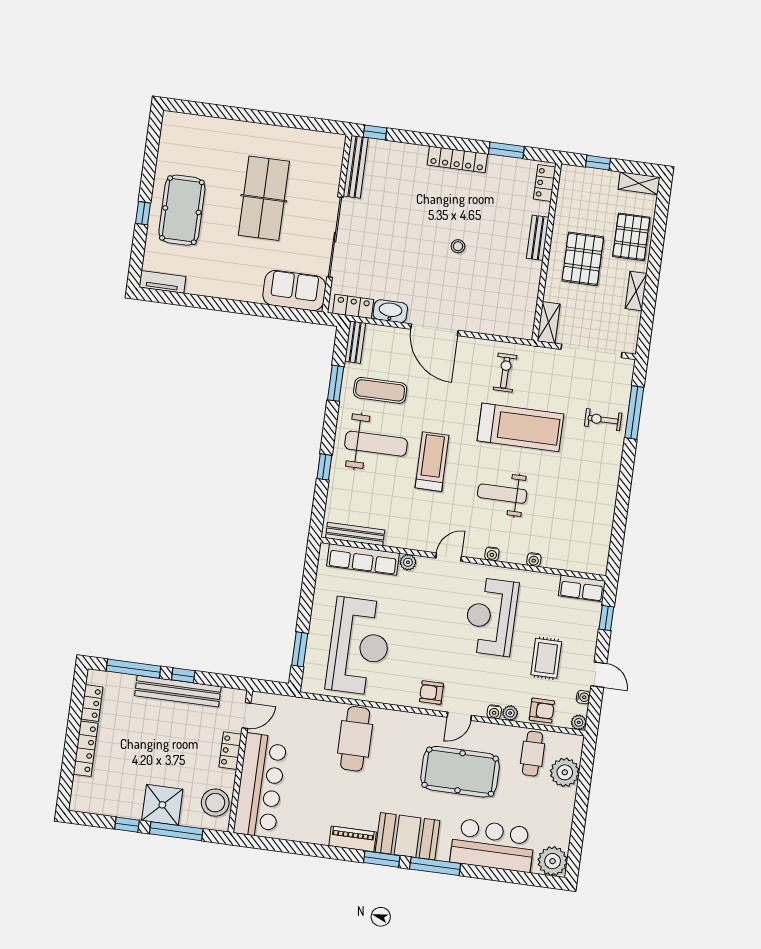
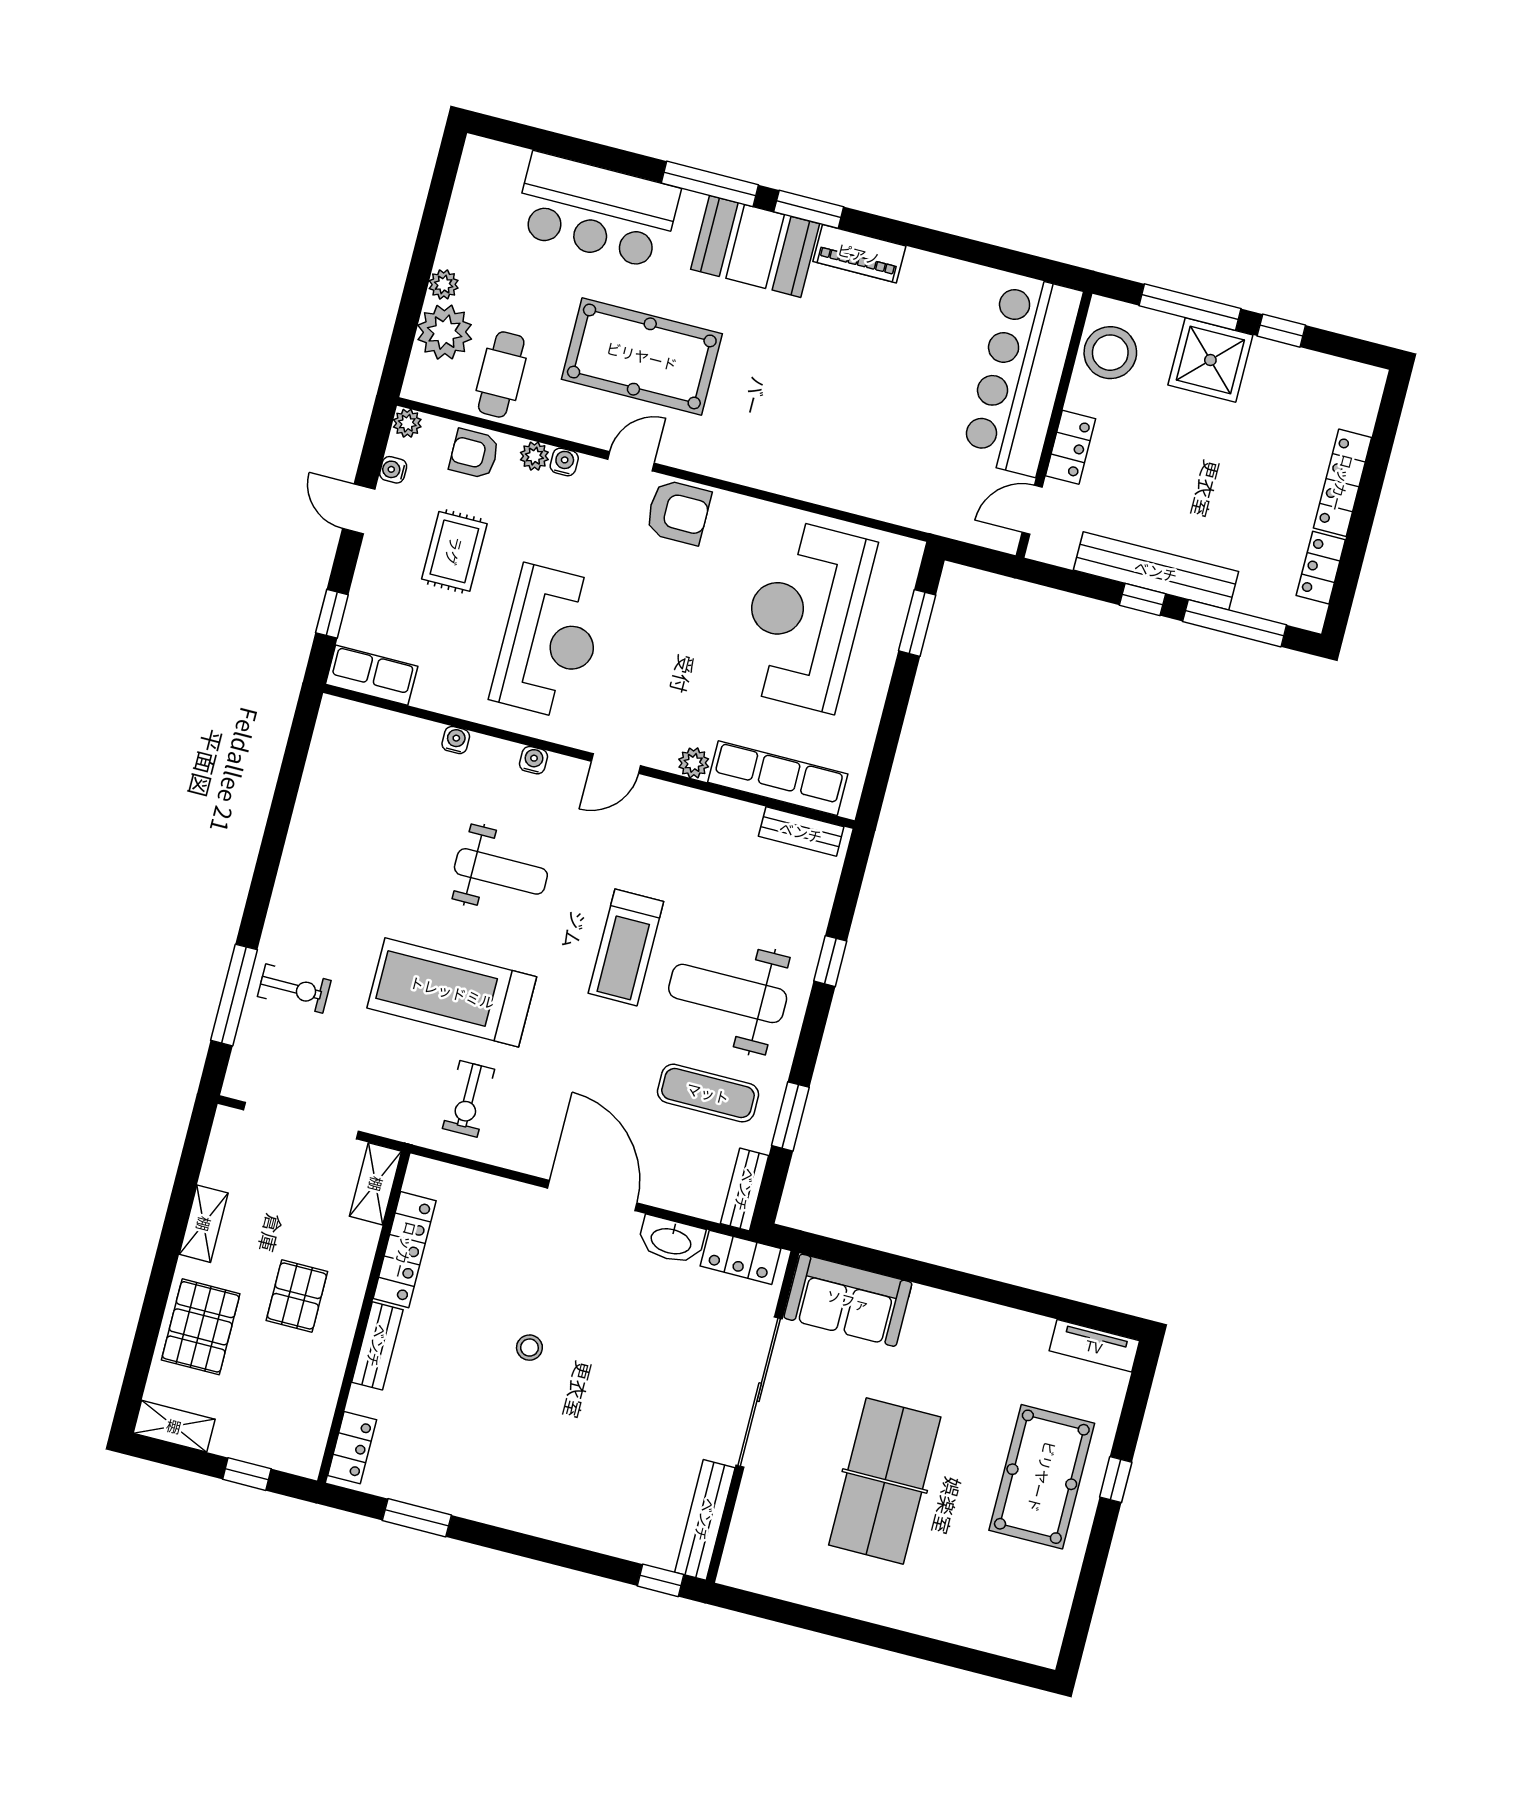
locker: (457, 159) -> (405, 1250), moved, turned 90
pallet: (583, 259) -> (297, 1296), width x0.67, depth x0.71
bench: (355, 534) -> (801, 832), width x0.73
armchair: (431, 692) -> (678, 512), width x1.38, depth x1.38
cafe table: (355, 739) -> (832, 442), removed
plant: (553, 861) -> (444, 284), moved, width x0.53, depth x0.53

